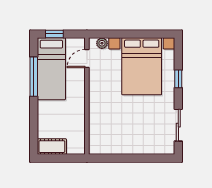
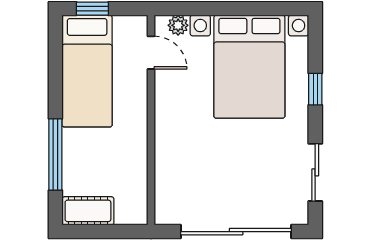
door: (87, 58) -> (151, 53), swing flipped
window: (34, 77) -> (55, 155), moved
sliding door: (134, 158) -> (236, 232), added

